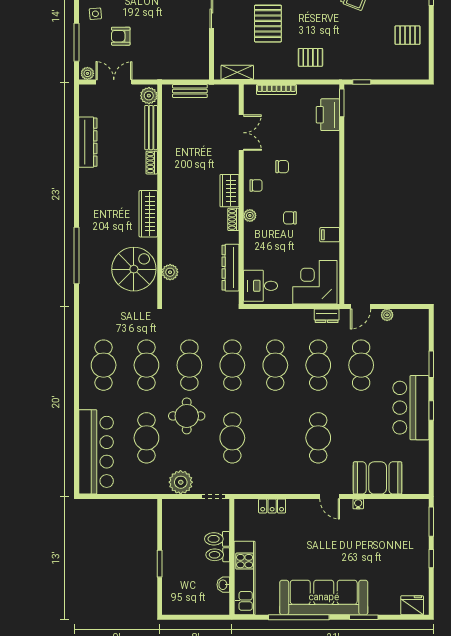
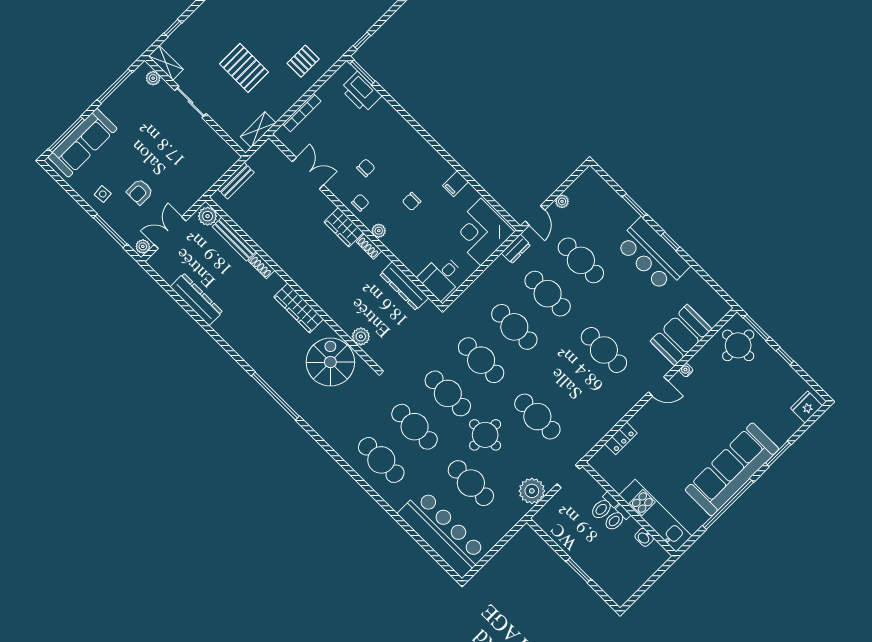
round table: (408, 521) -> (738, 345), added

